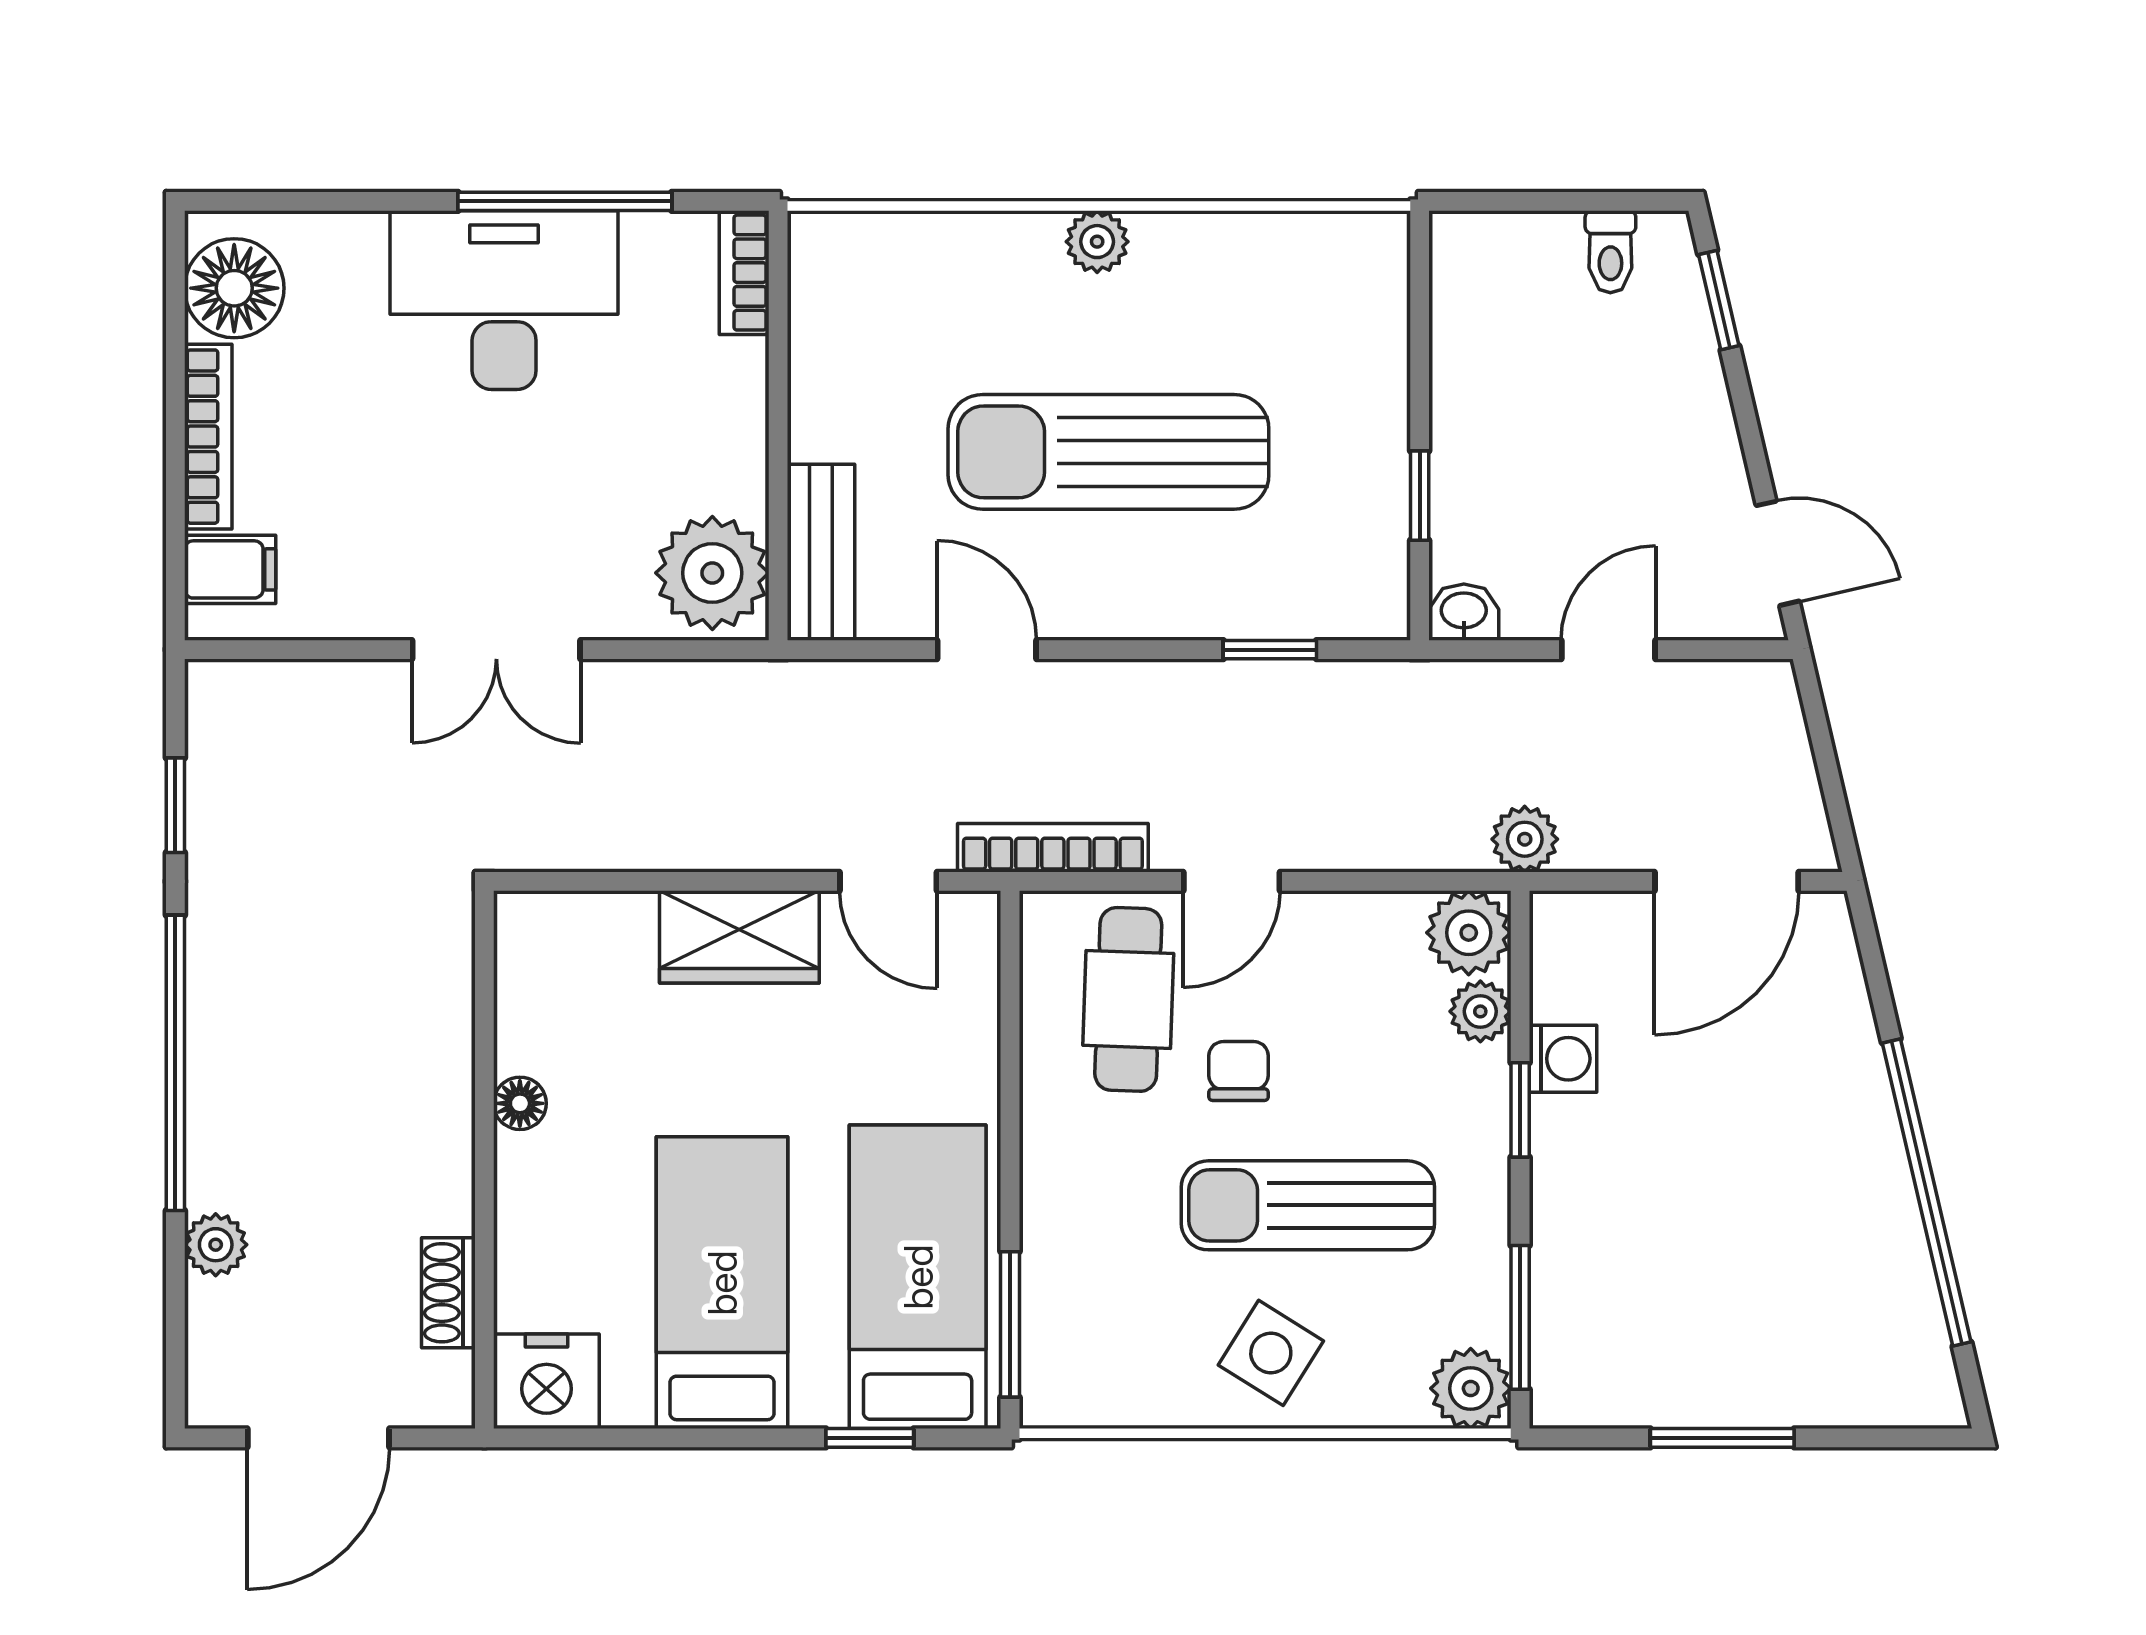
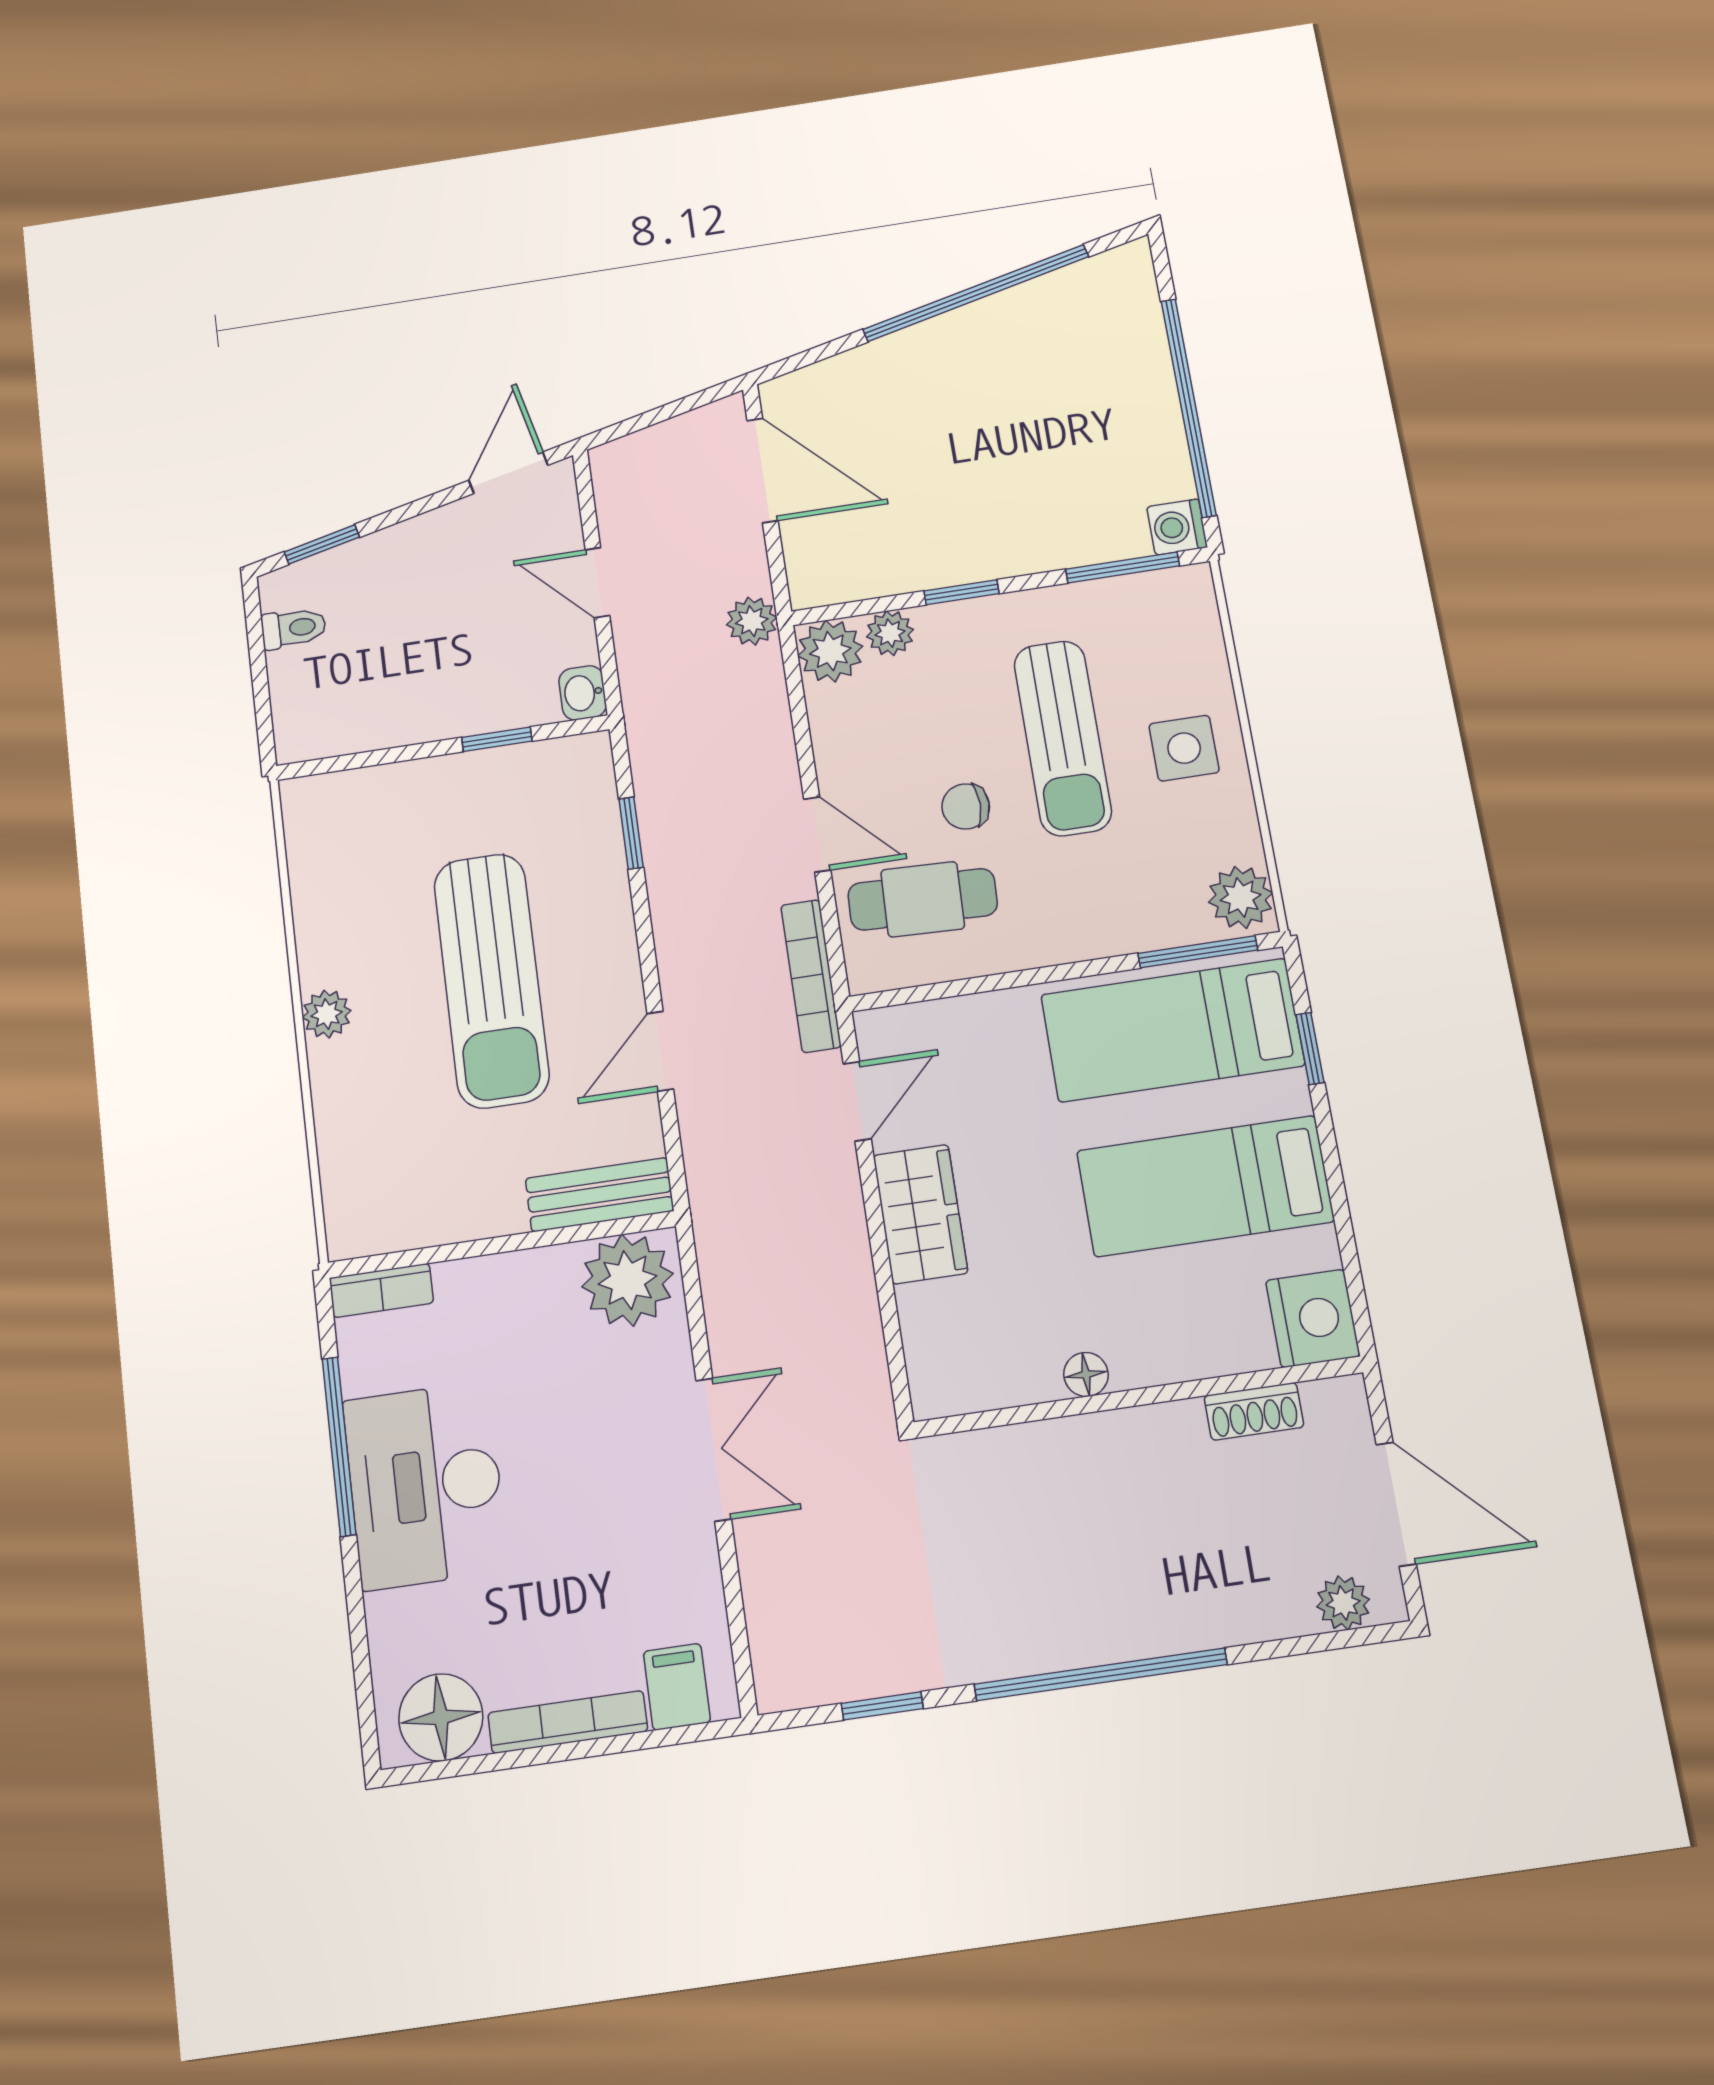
washing machine: (1563, 1059) -> (1177, 527), moved, turned -90
plant: (216, 1245) -> (1343, 1603), moved
side table: (1271, 1353) -> (1184, 748), turned -32
plant: (1471, 1388) -> (1241, 897), moved
window: (1722, 1438) -> (1189, 407), width x2.11

